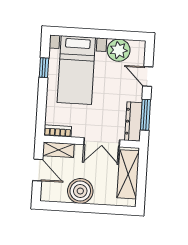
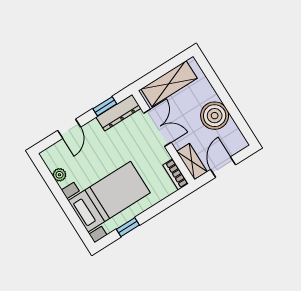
plant: (119, 50) -> (59, 175), width x0.53, depth x0.53
window: (145, 115) -> (105, 106), width x0.67

